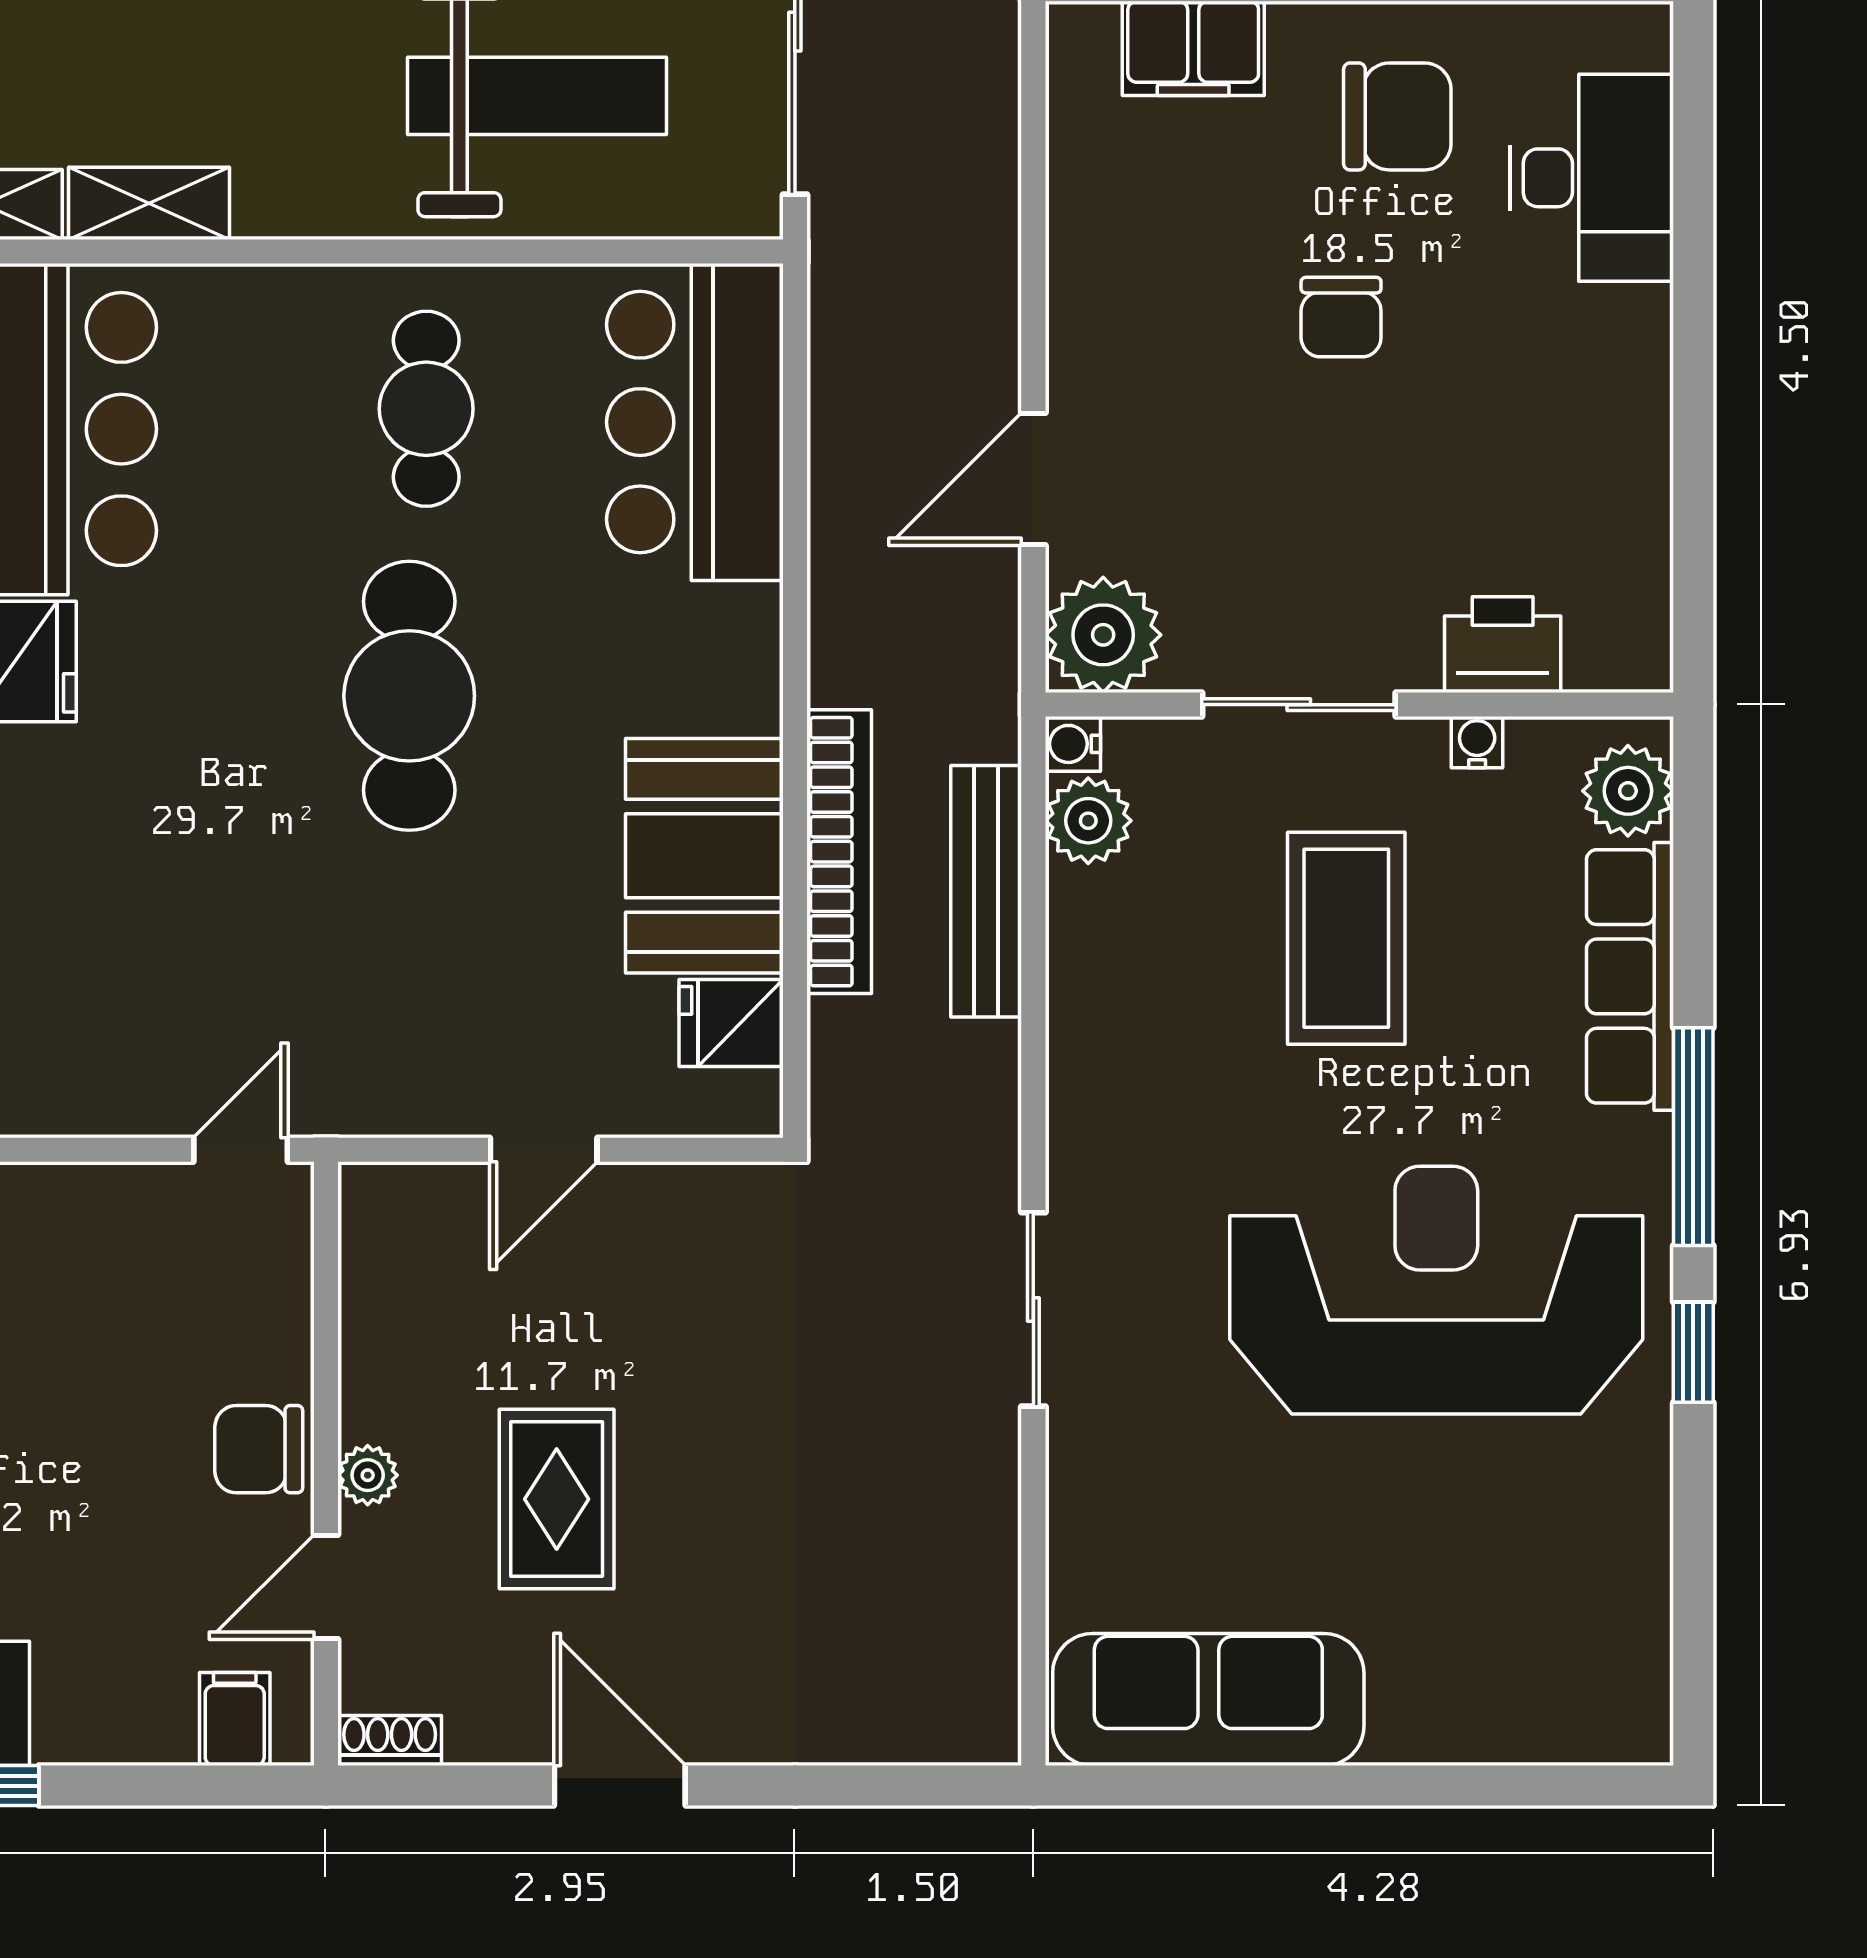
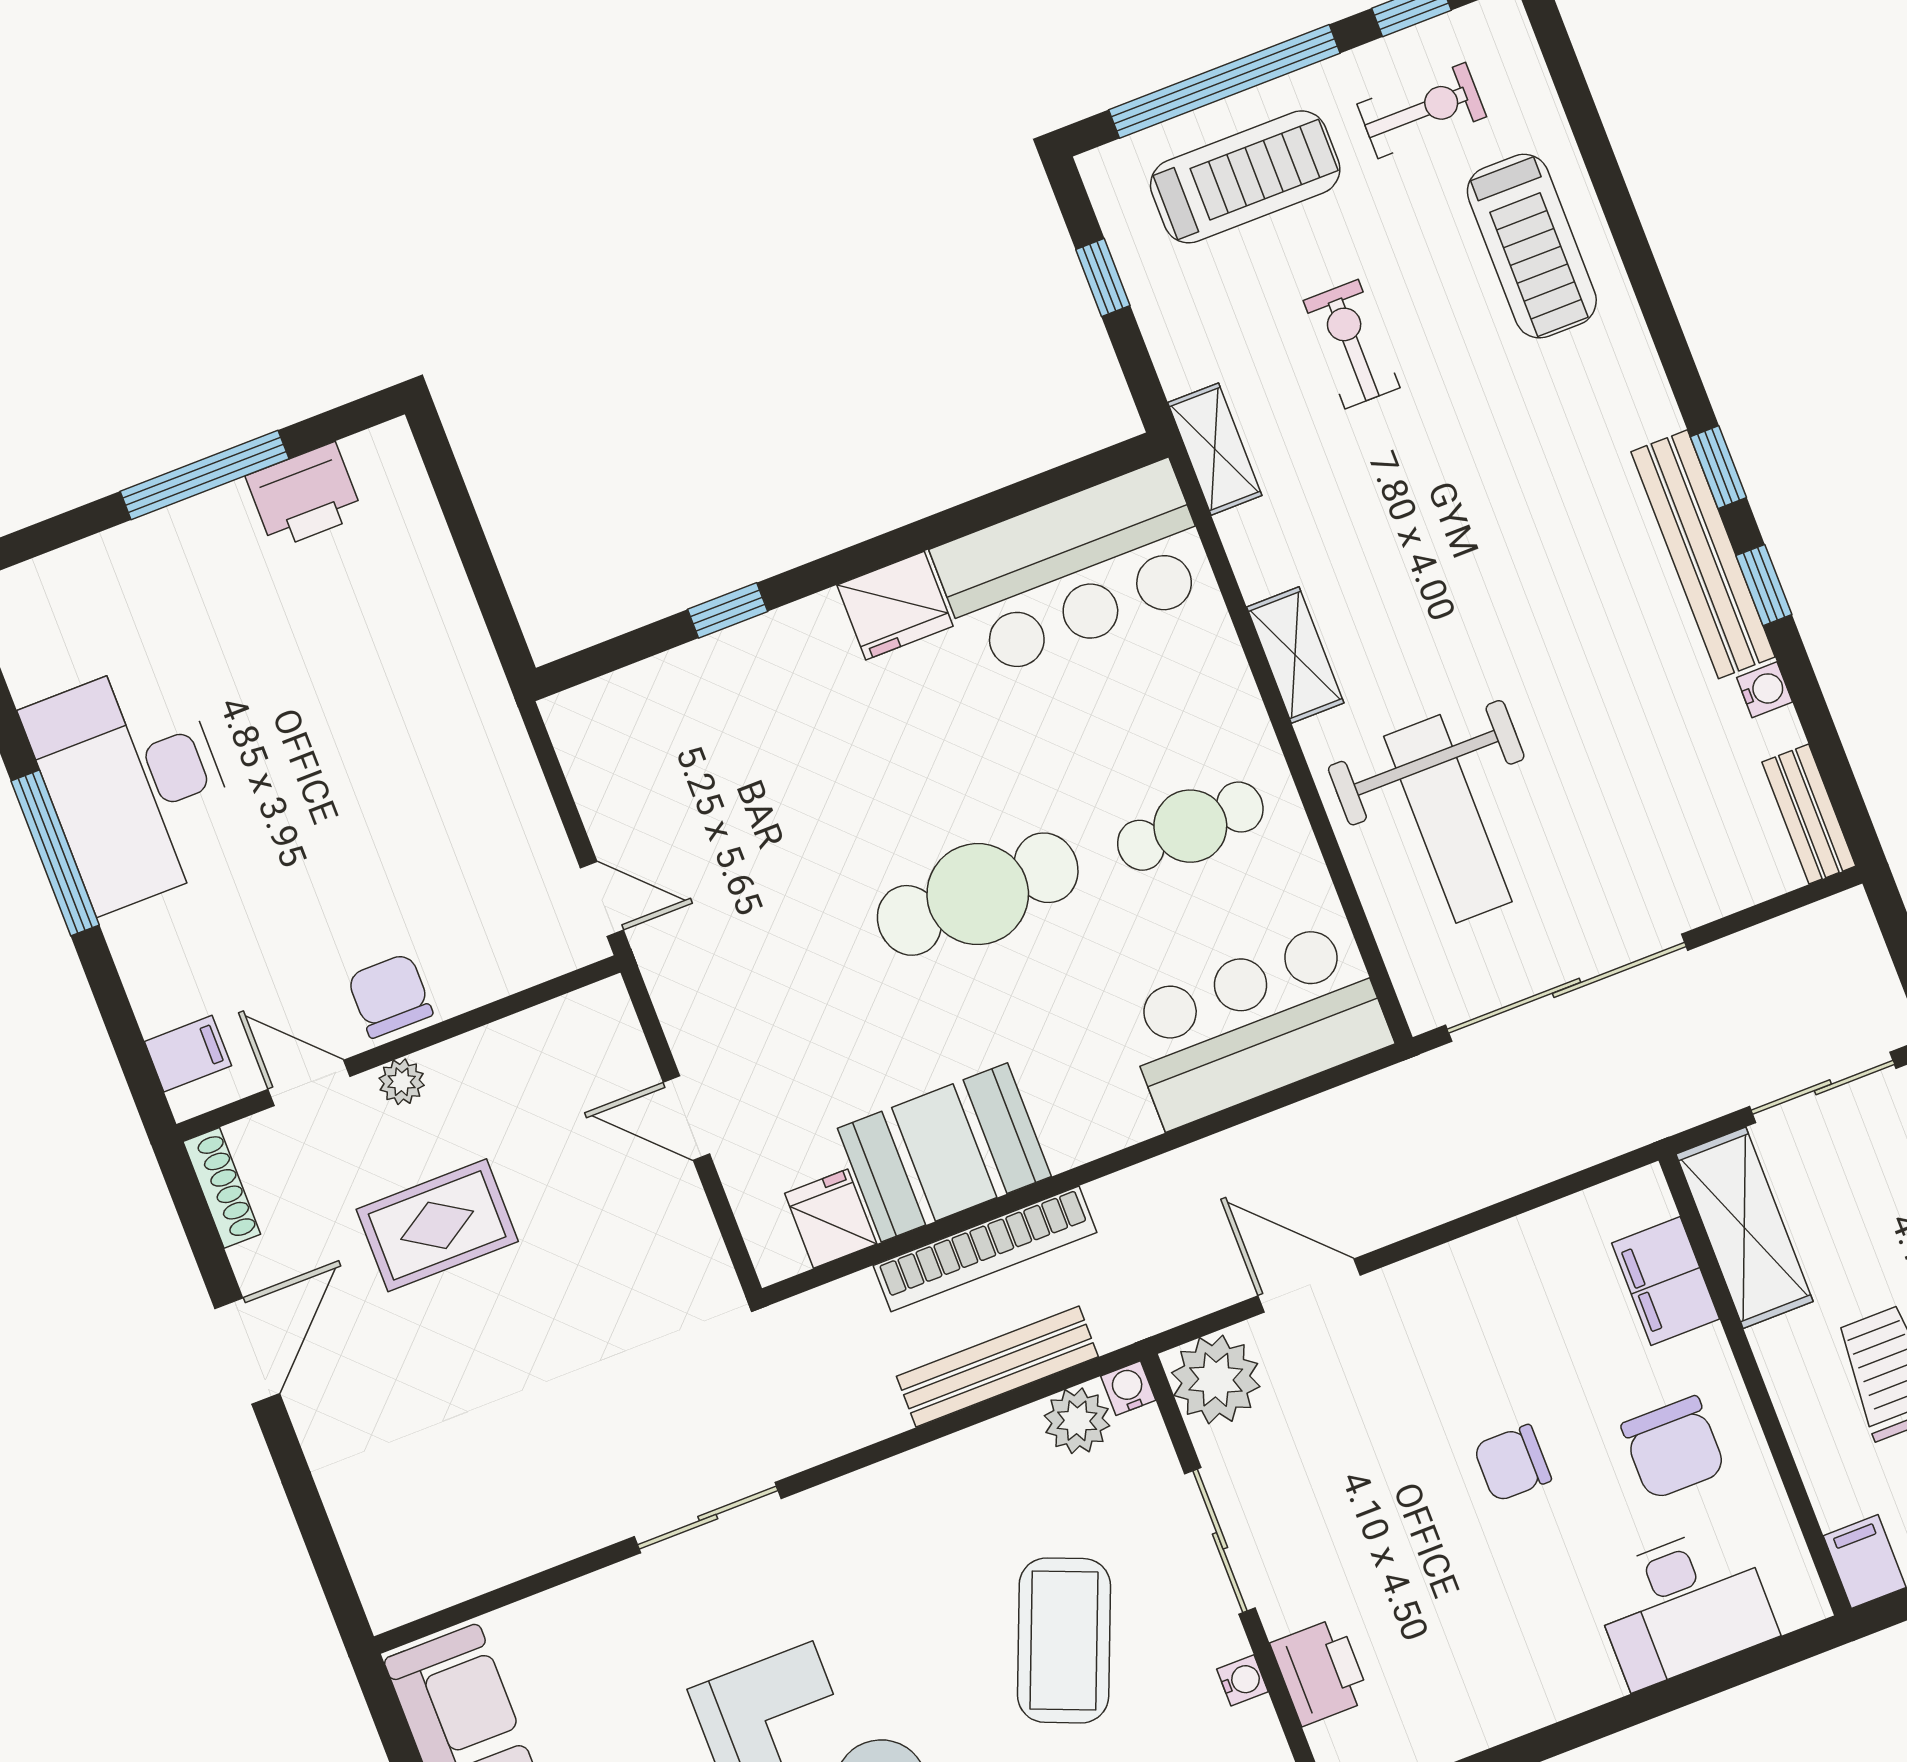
shelving: (149, 203) -> (1295, 655), moved
coffee table: (1346, 938) -> (1064, 1640), turned -68
shoe rack: (390, 1741) -> (222, 1188), width x1.43

